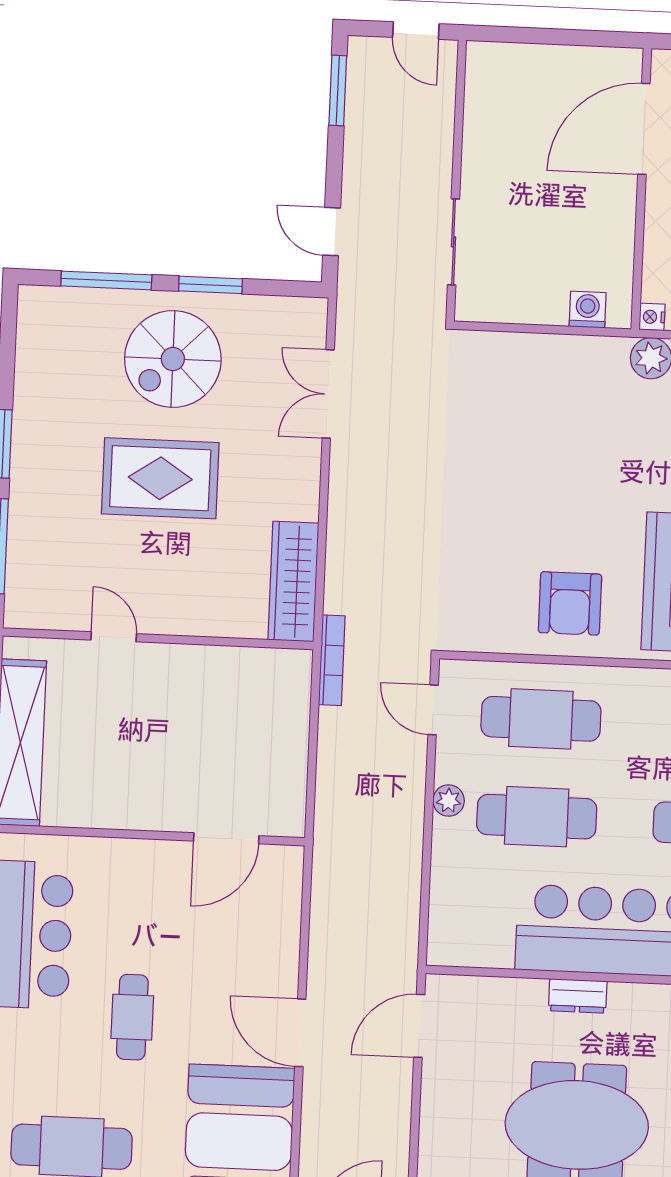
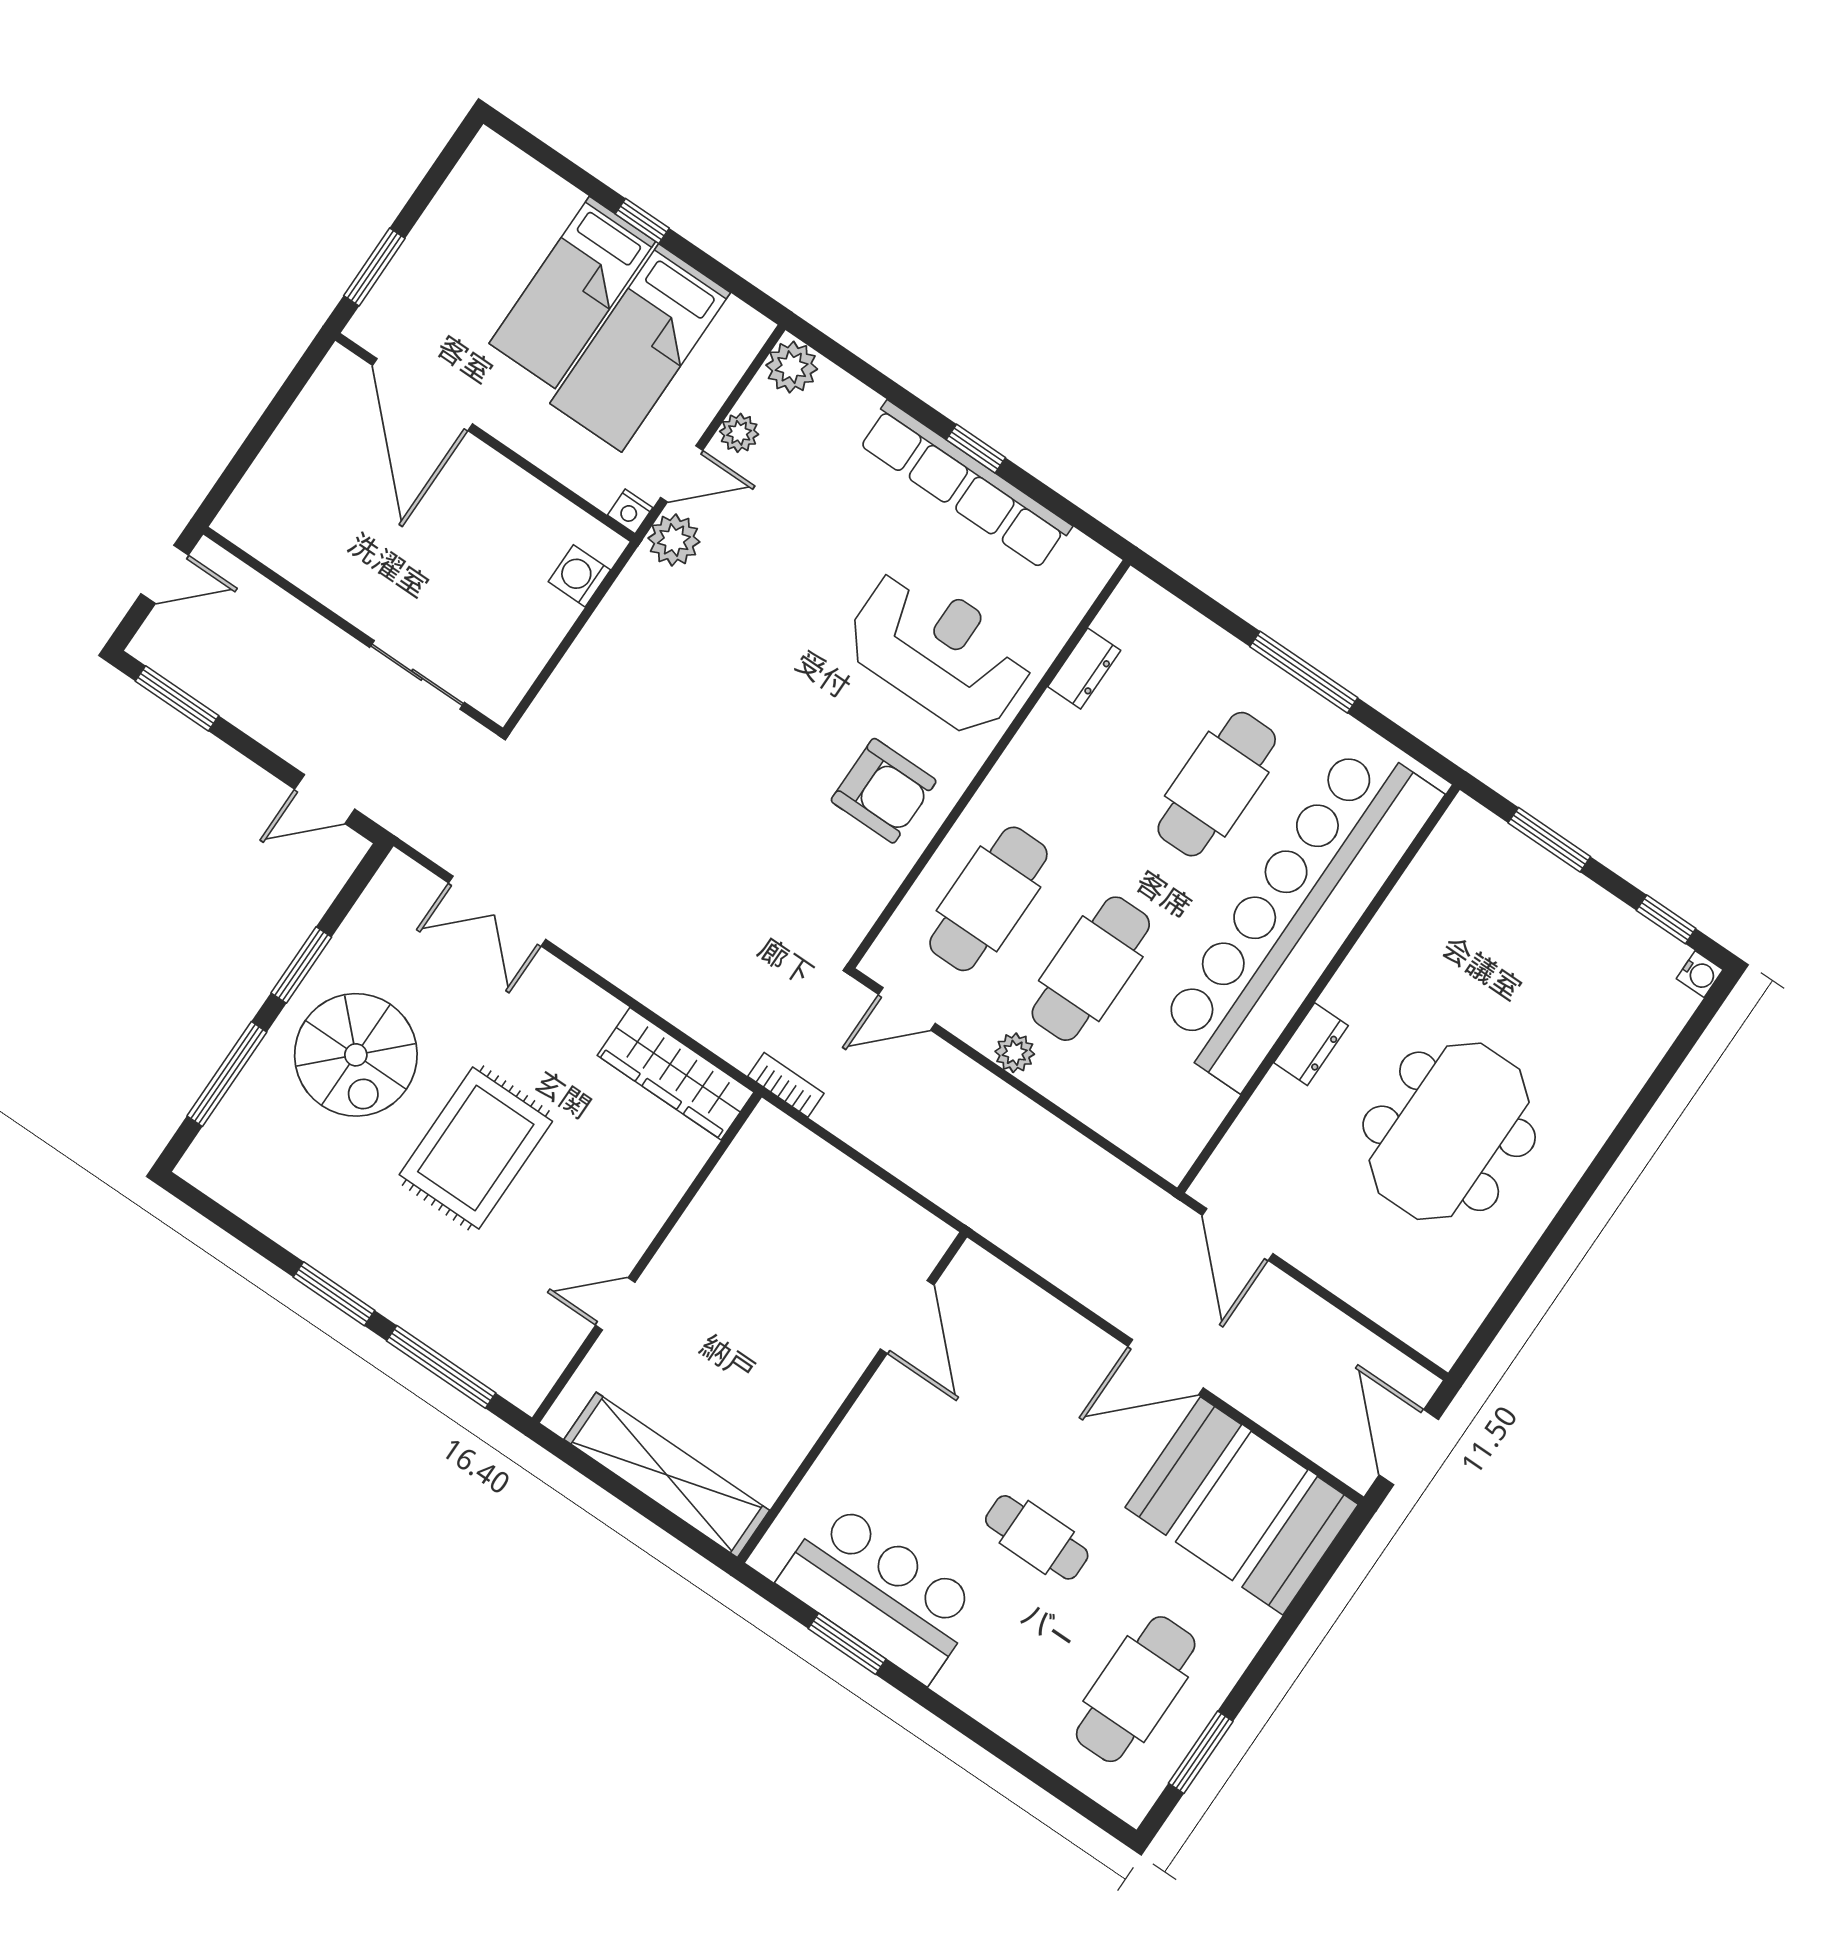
bookcase: (332, 660) -> (786, 1085), width x0.64

